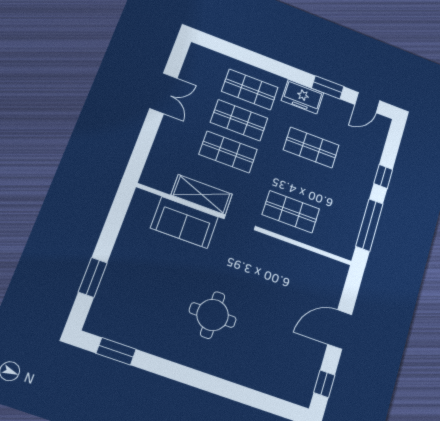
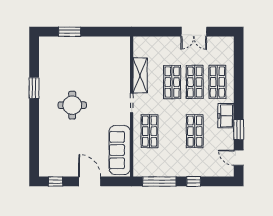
sofa: (184, 222) -> (120, 150), moved, width x1.36
window: (116, 351) -> (34, 88), moved

